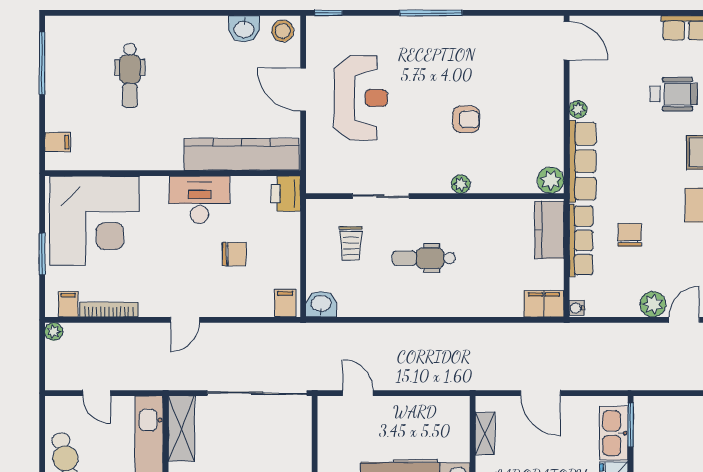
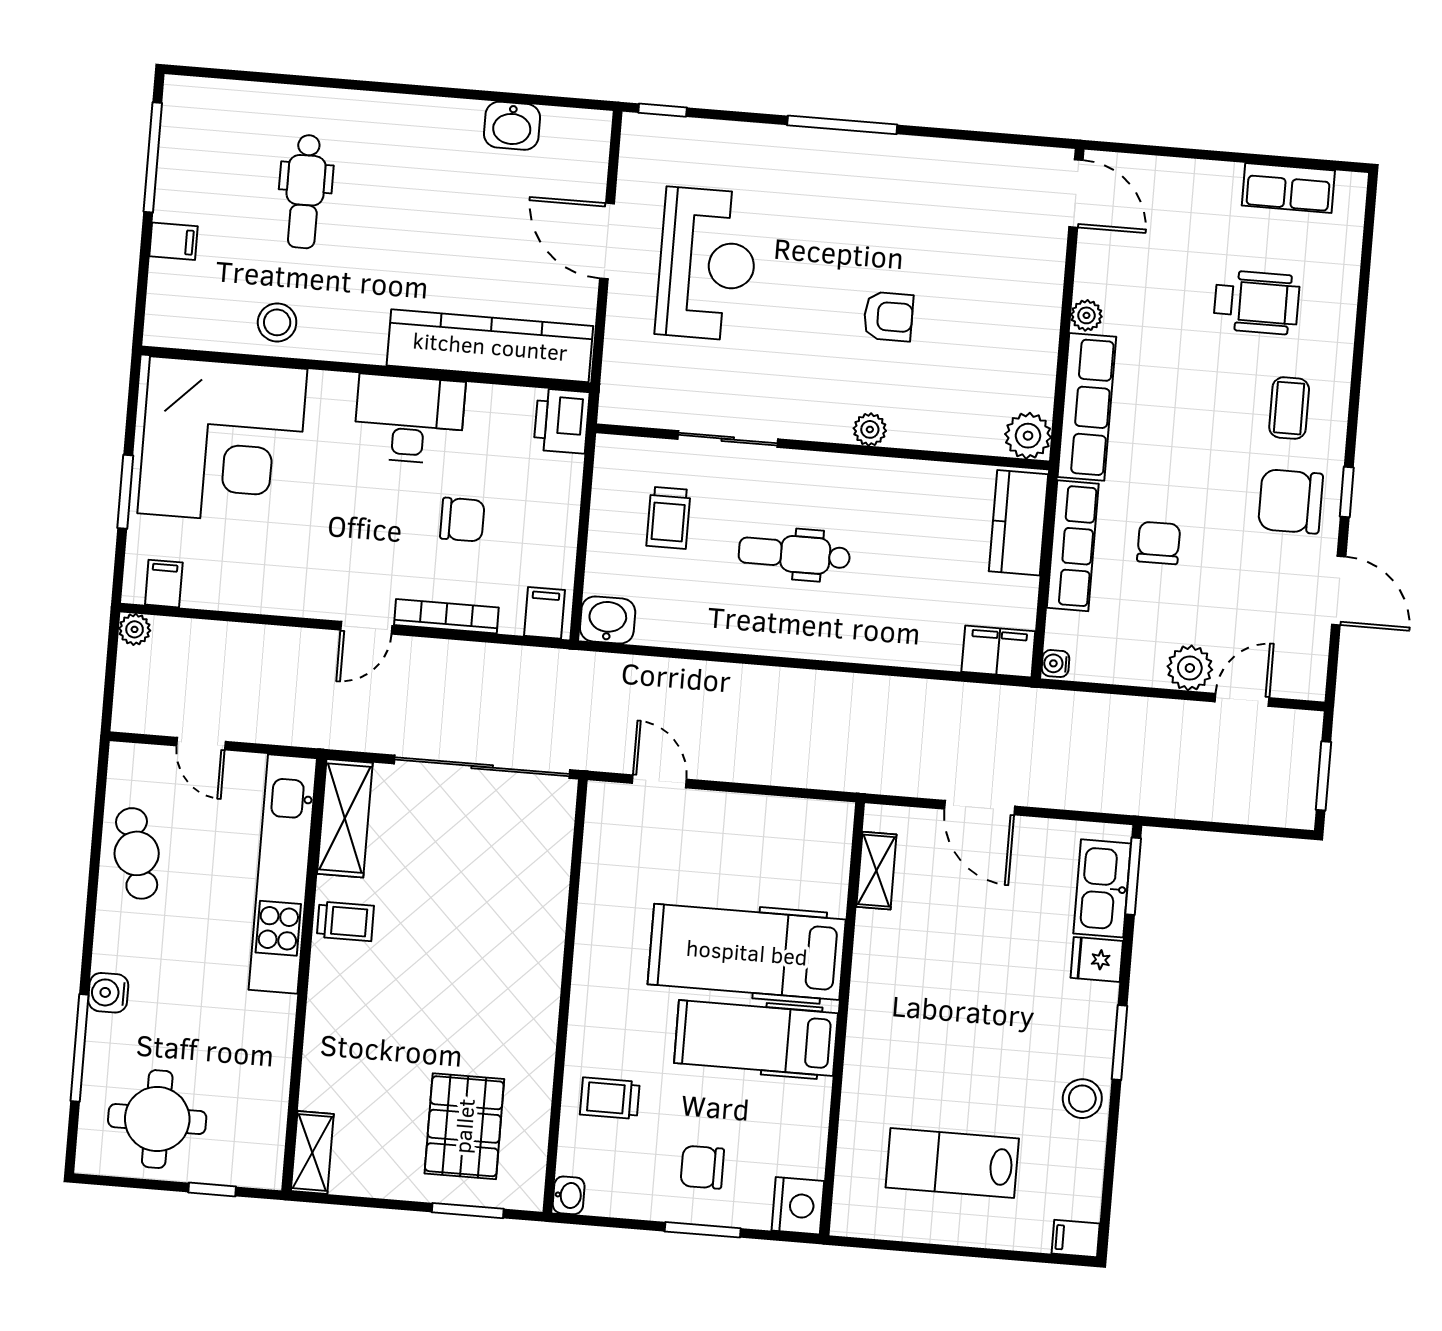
stool: (283, 31) -> (277, 322), moved
filing cabinet: (58, 142) -> (174, 241), moved
bookcase: (109, 310) -> (446, 616), moved

